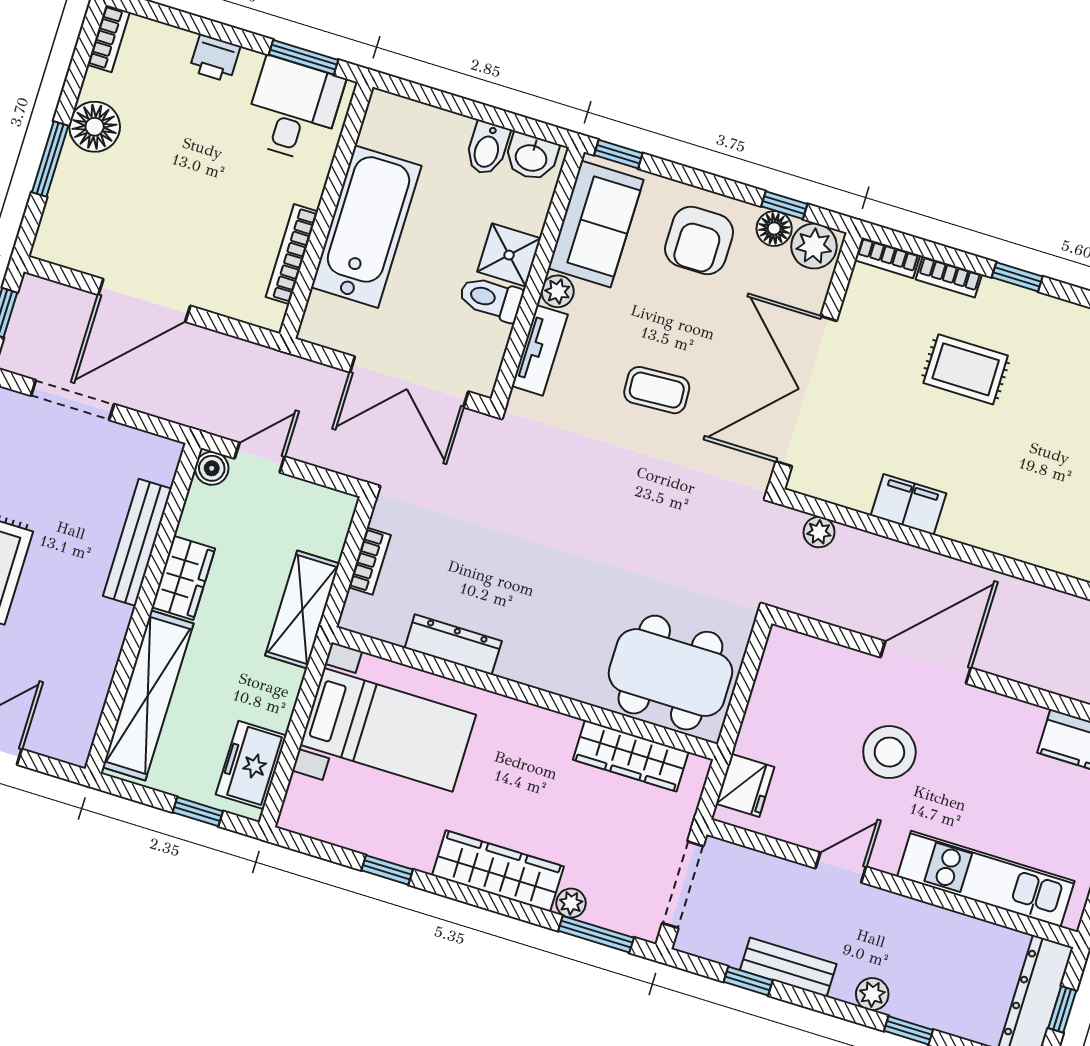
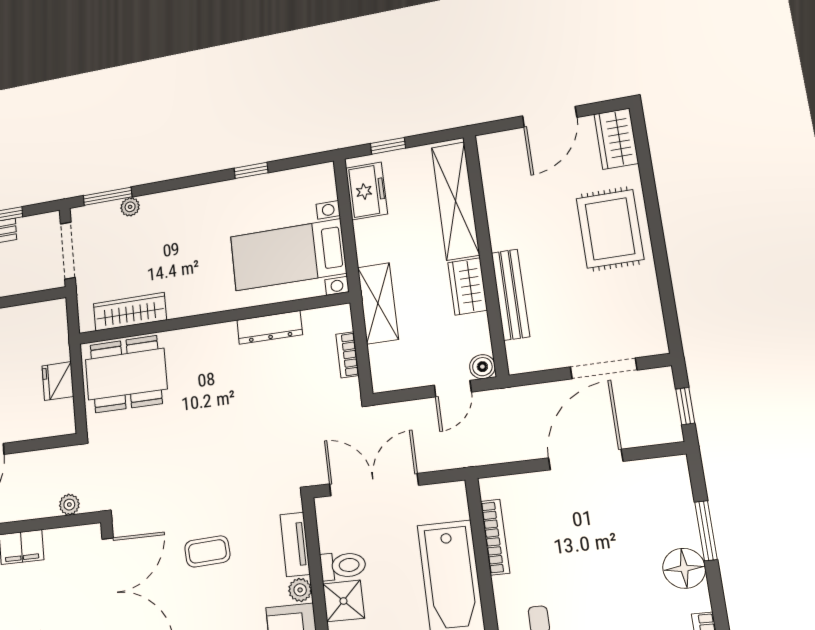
fridge: (745, 785) -> (58, 381), moved
wardrobe: (498, 871) -> (182, 204), removed

